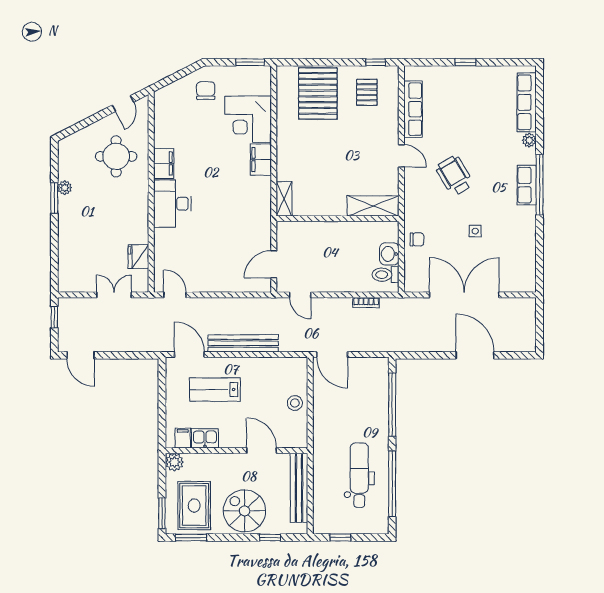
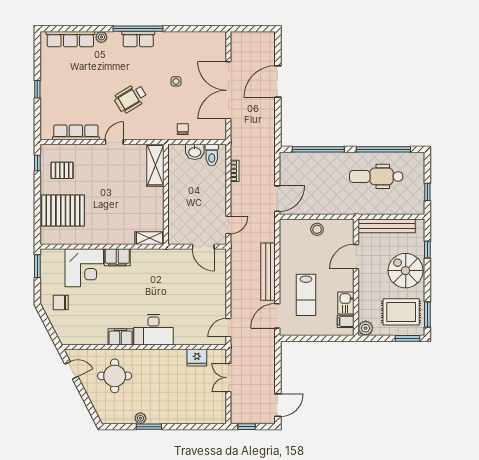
spiral stairs: (244, 511) -> (406, 271), turned 90

